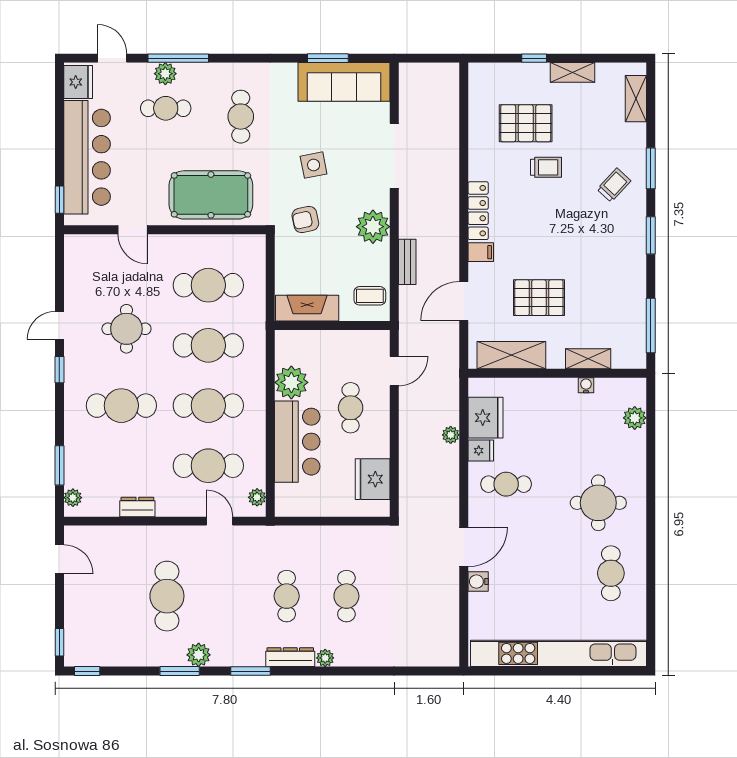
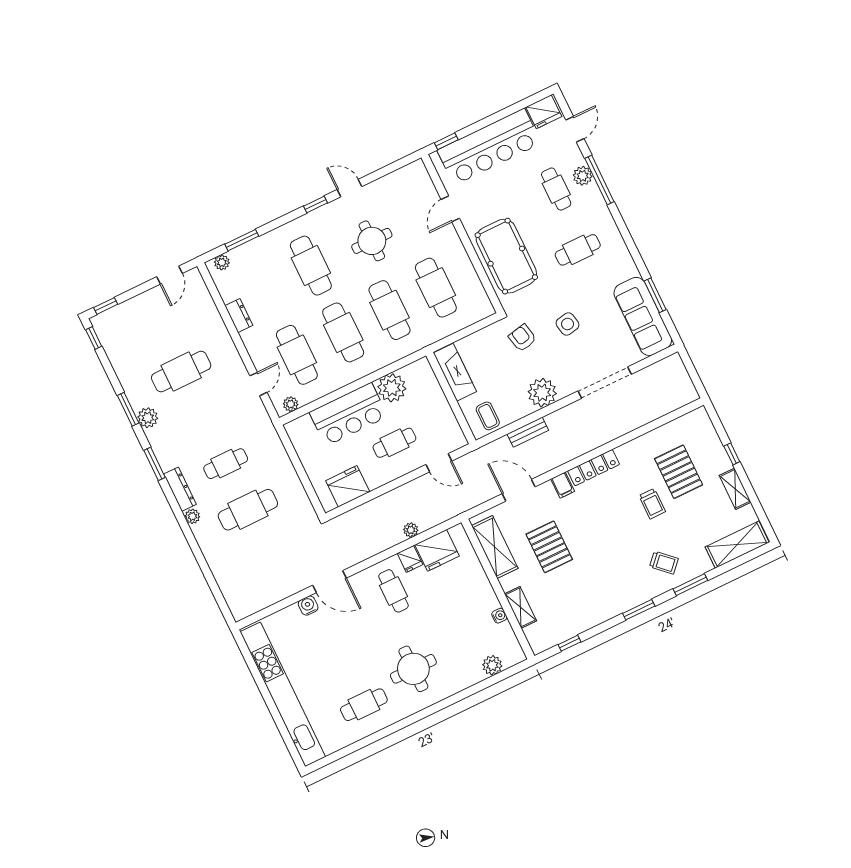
shelving: (636, 99) -> (737, 545), width x1.50, depth x1.33
window: (651, 325) -> (569, 643), width x0.46
cafe table: (346, 596) -> (248, 510), width x1.37, depth x1.35

